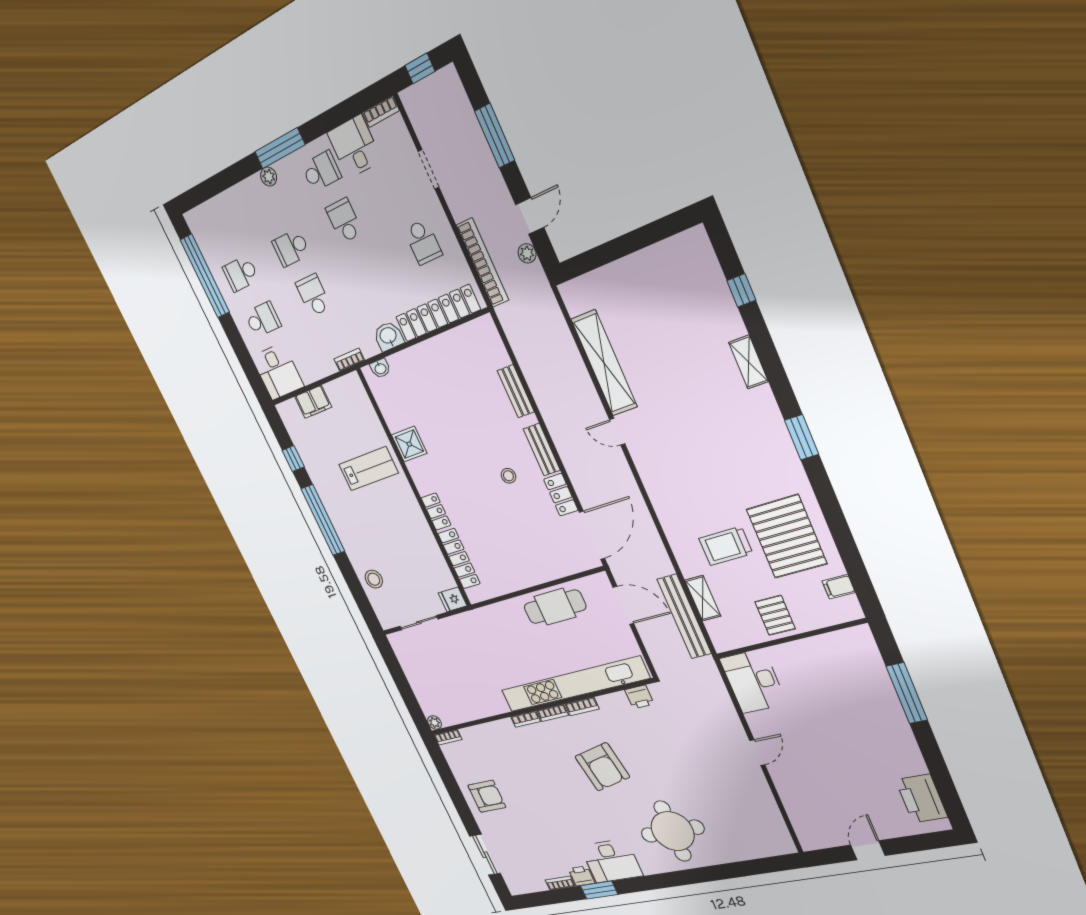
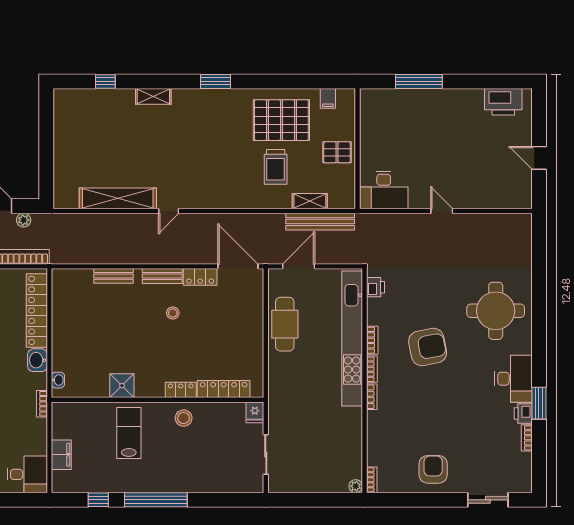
stool: (374, 579) -> (184, 418), moved

